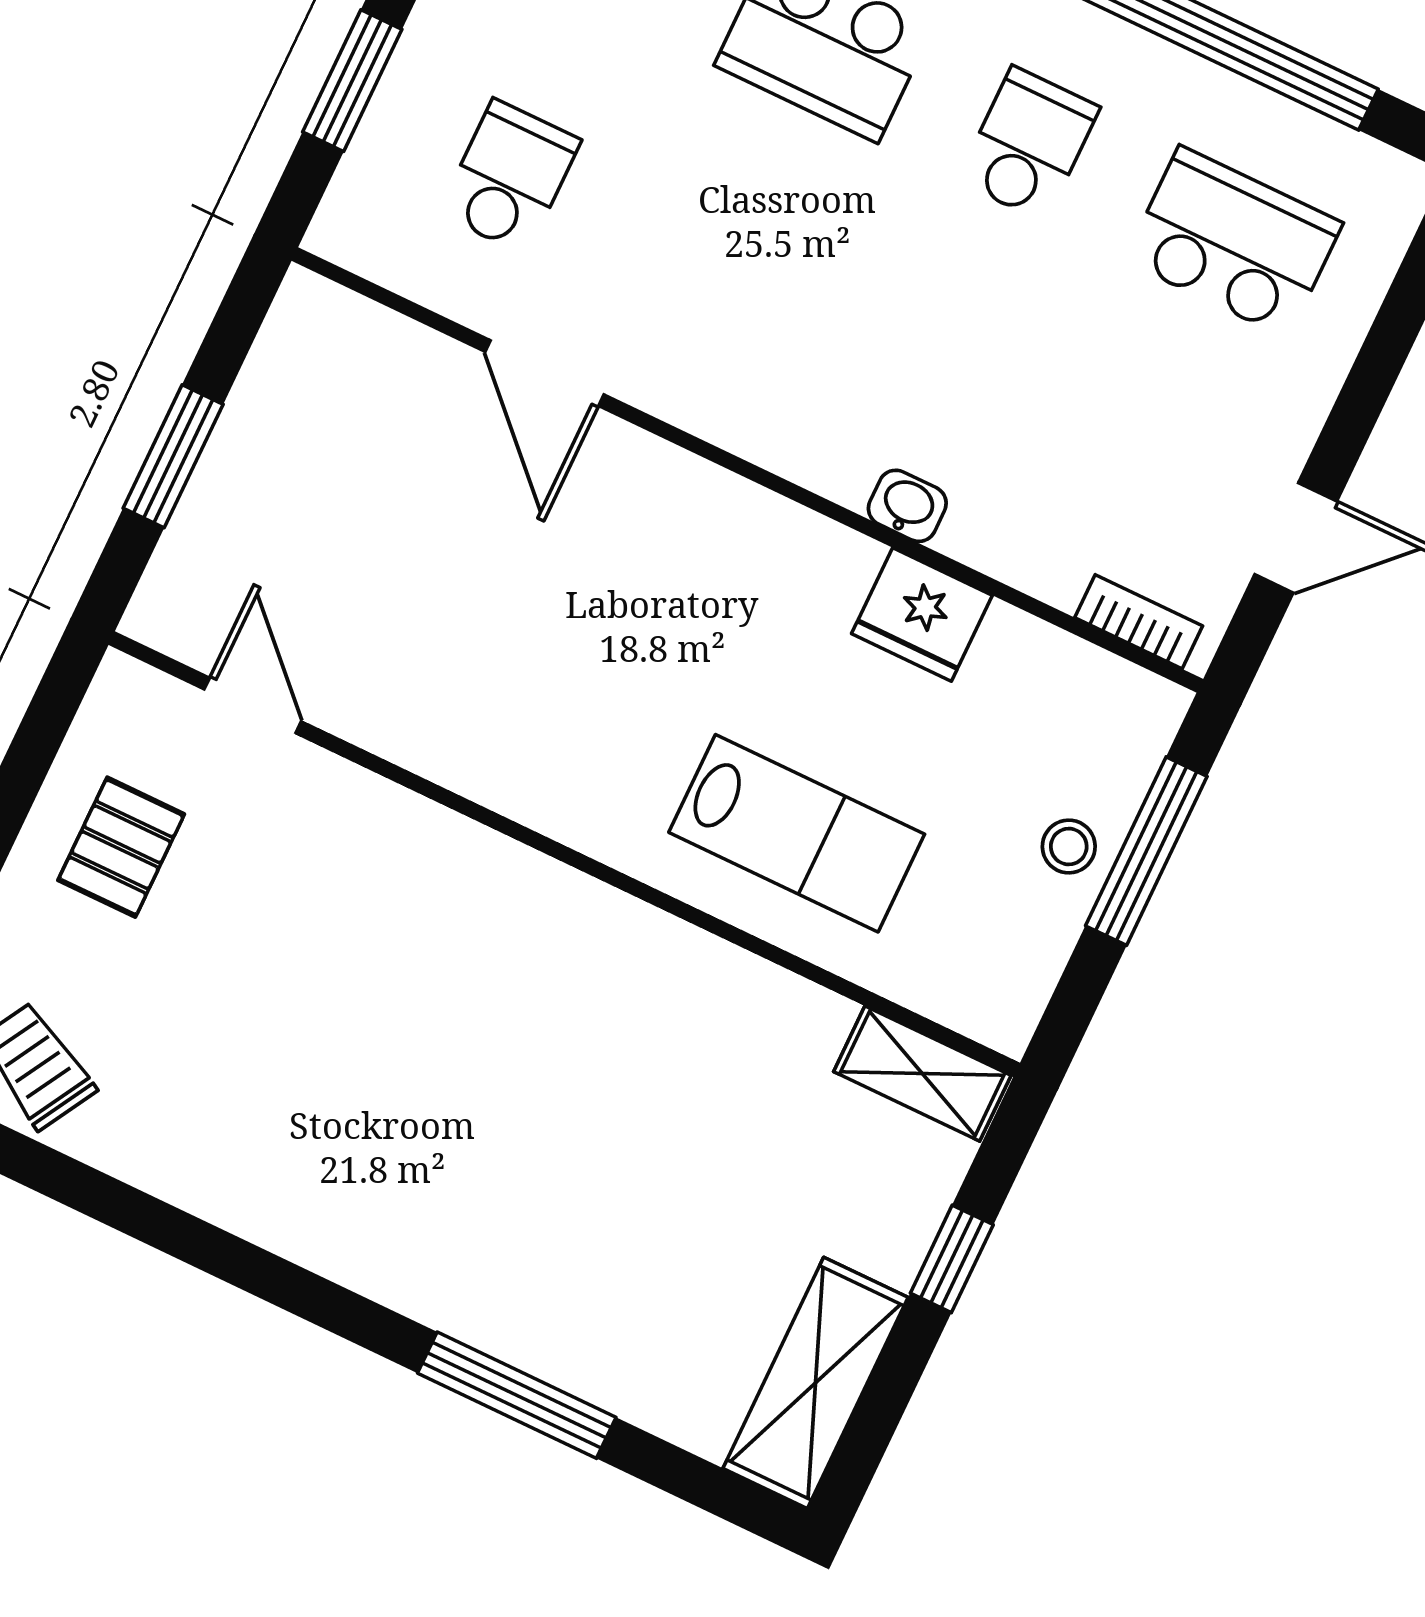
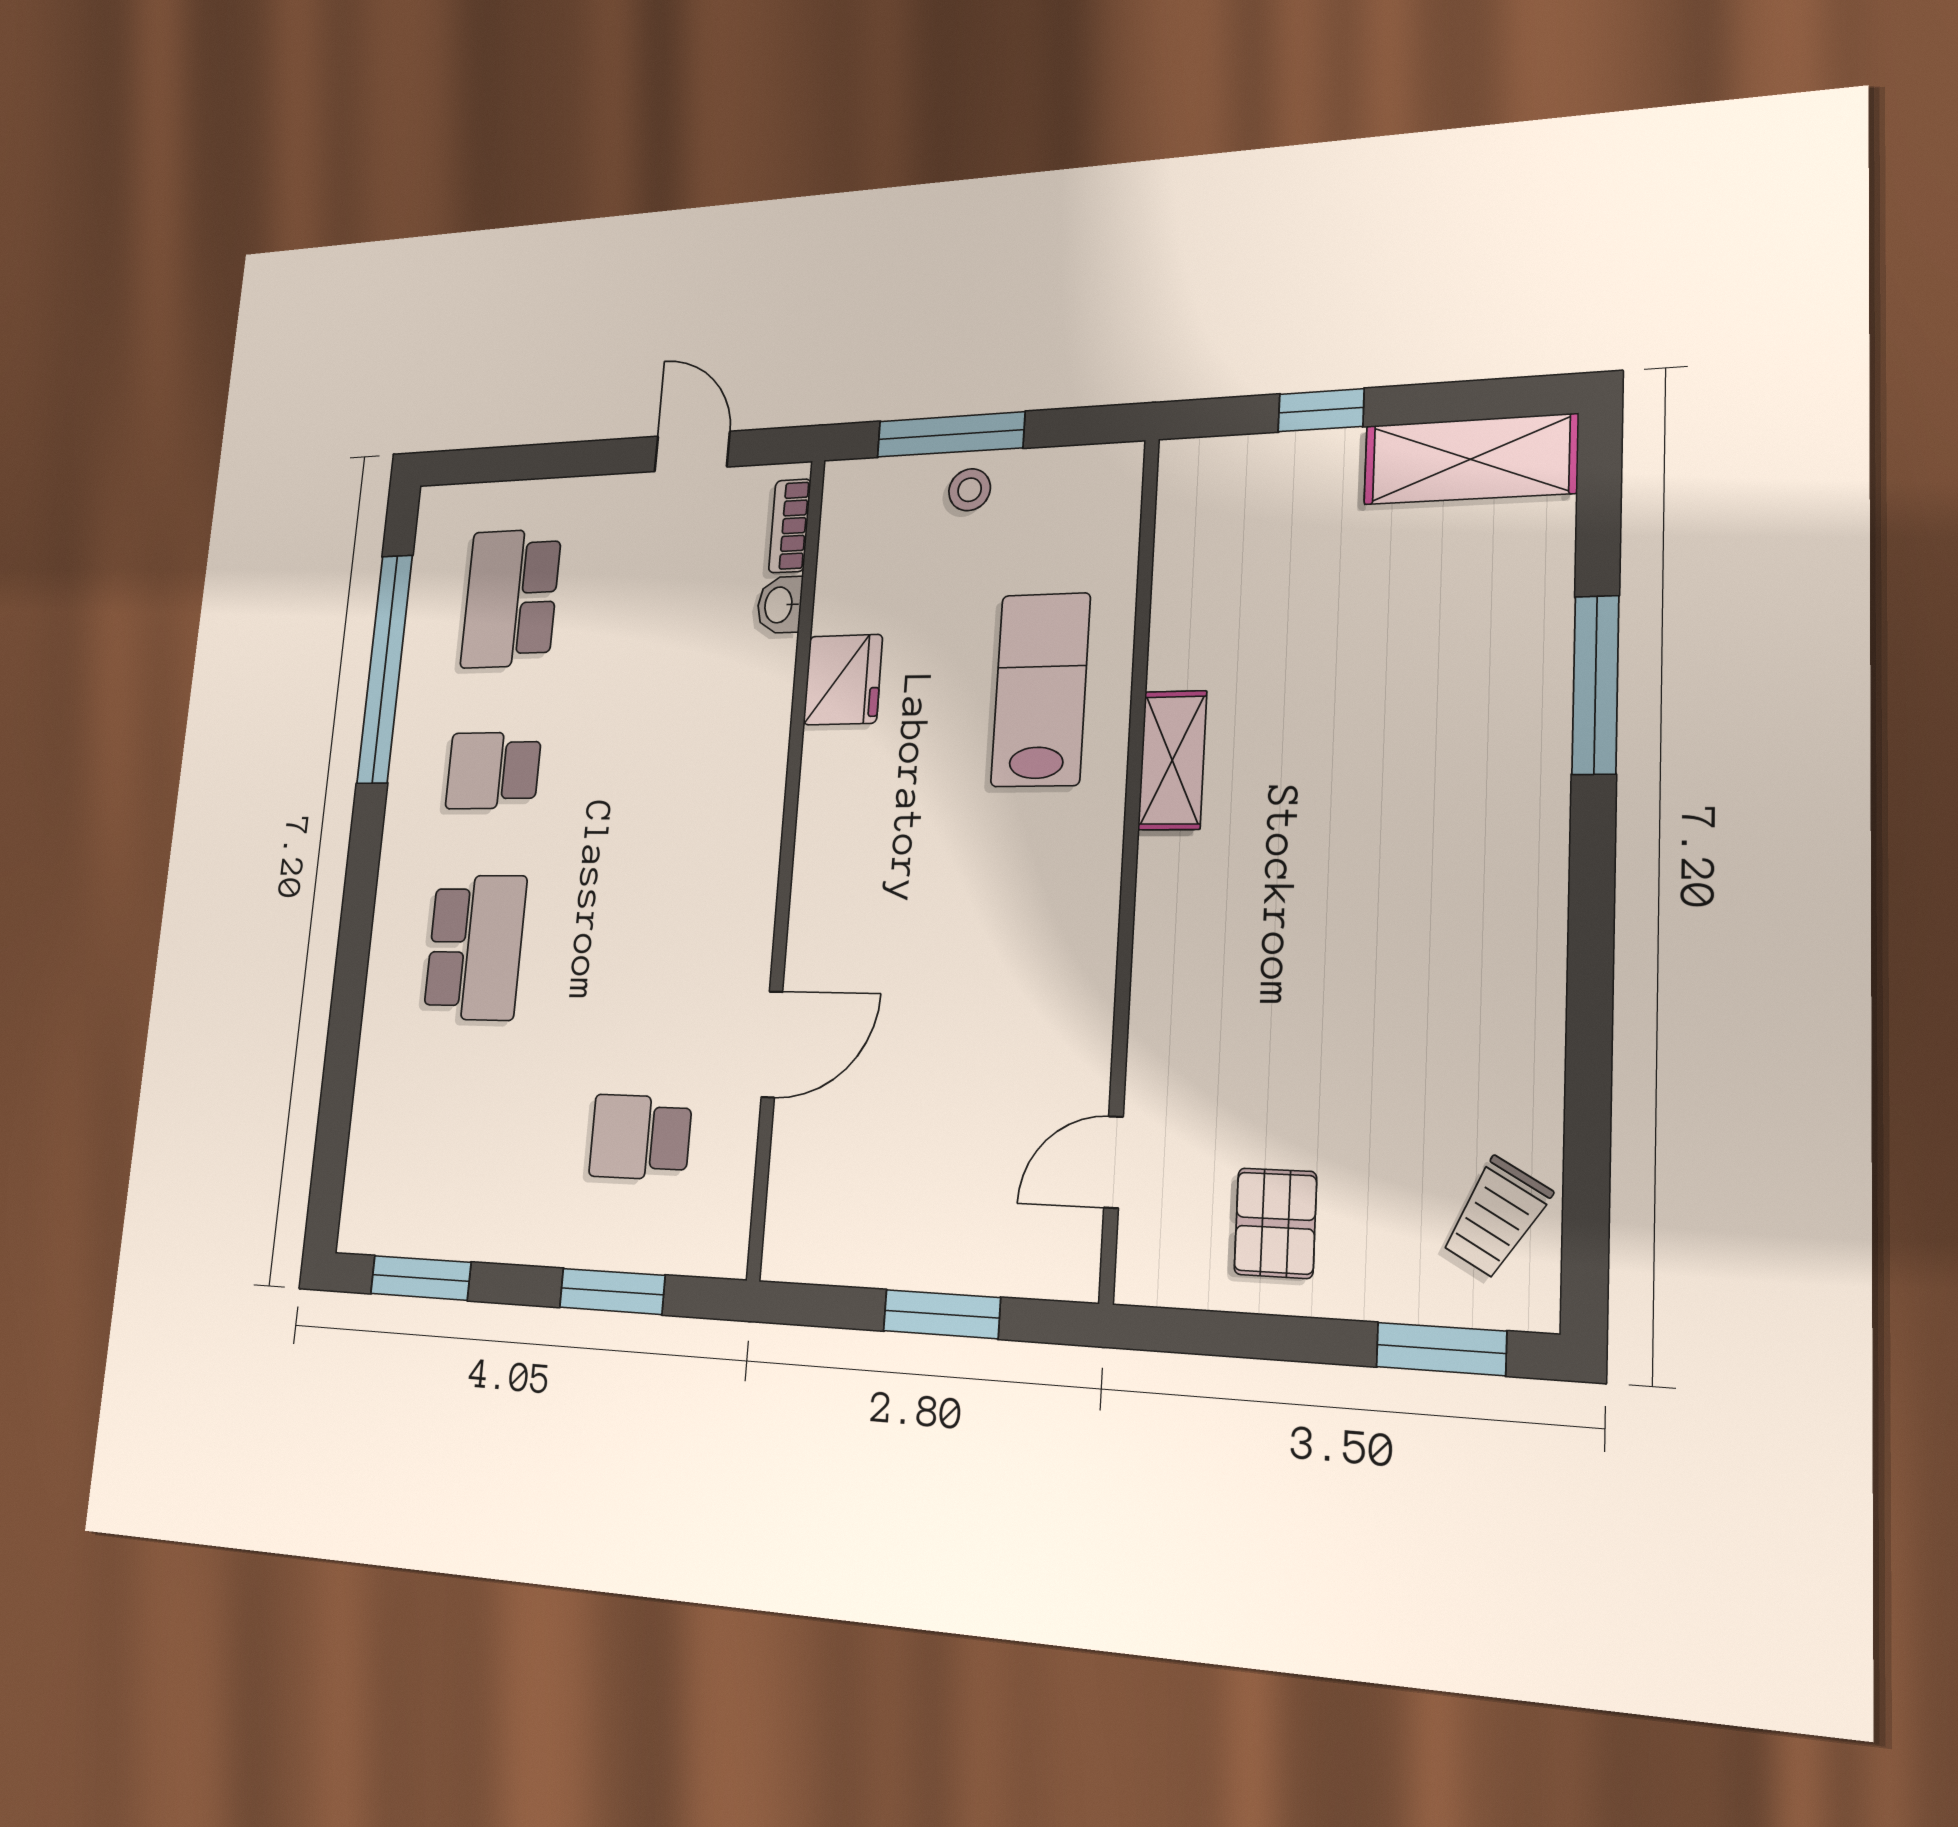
washbasin: (907, 506) -> (780, 605), moved
pallet: (121, 847) -> (1275, 1223), turned 90
shelving: (922, 1073) -> (1172, 760), moved

